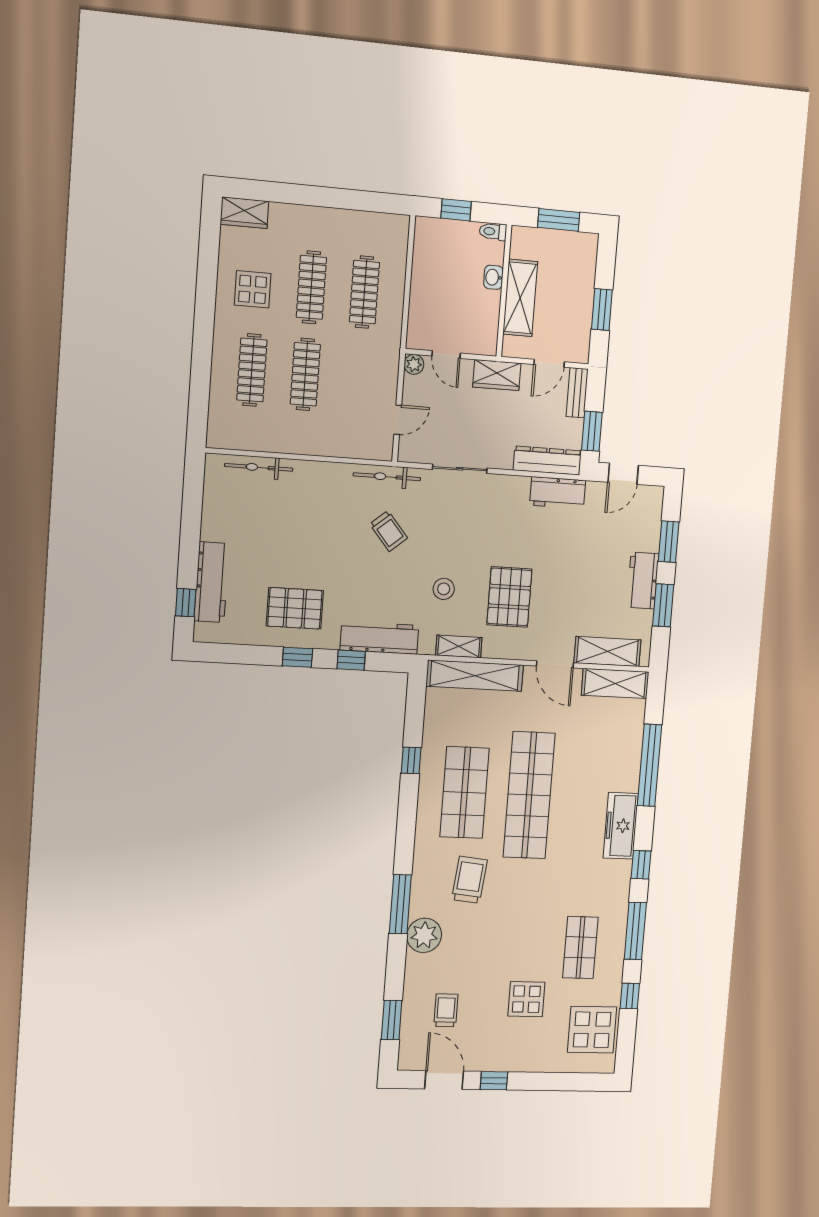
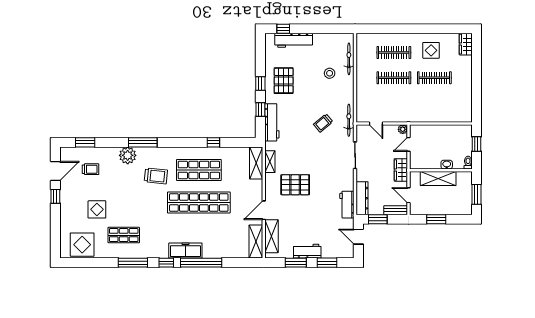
clothes rail: (364, 292) -> (434, 103), removed
stool: (444, 589) -> (330, 73), moved
shelving: (475, 676) -> (256, 163), width x0.68
window: (650, 765) -> (201, 263), moved
window: (630, 996) -> (100, 263), removed

